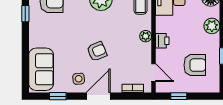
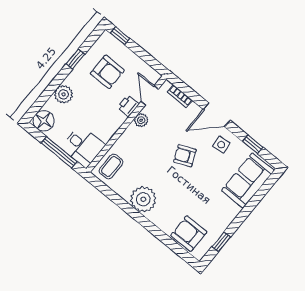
plant: (146, 36) -> (141, 120), moved
printer: (162, 41) -> (128, 106), moved
armchair: (195, 65) -> (107, 72), turned 180
window: (179, 96) -> (120, 36), moved

